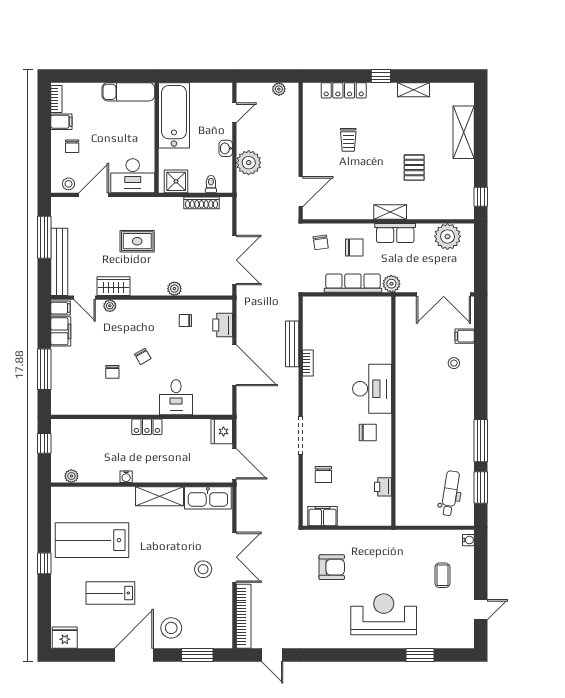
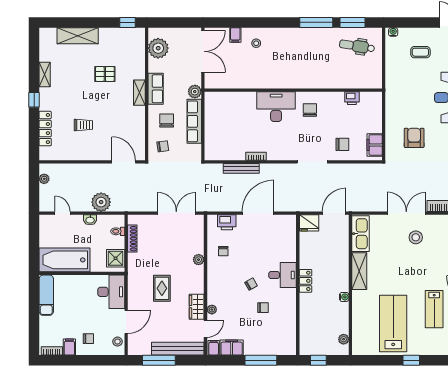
door: (94, 195) -> (126, 322), swing flipped
desk: (176, 397) -> (283, 275), moved
lab bench: (92, 540) -> (393, 323), turned 180

